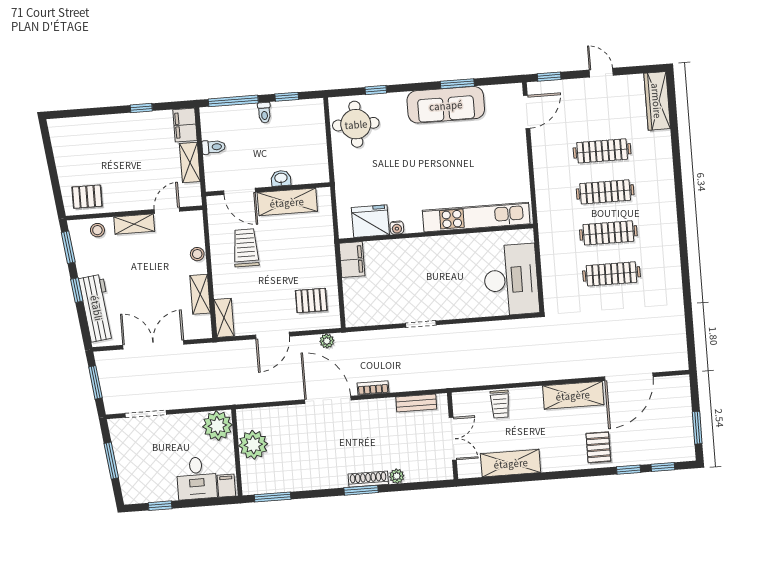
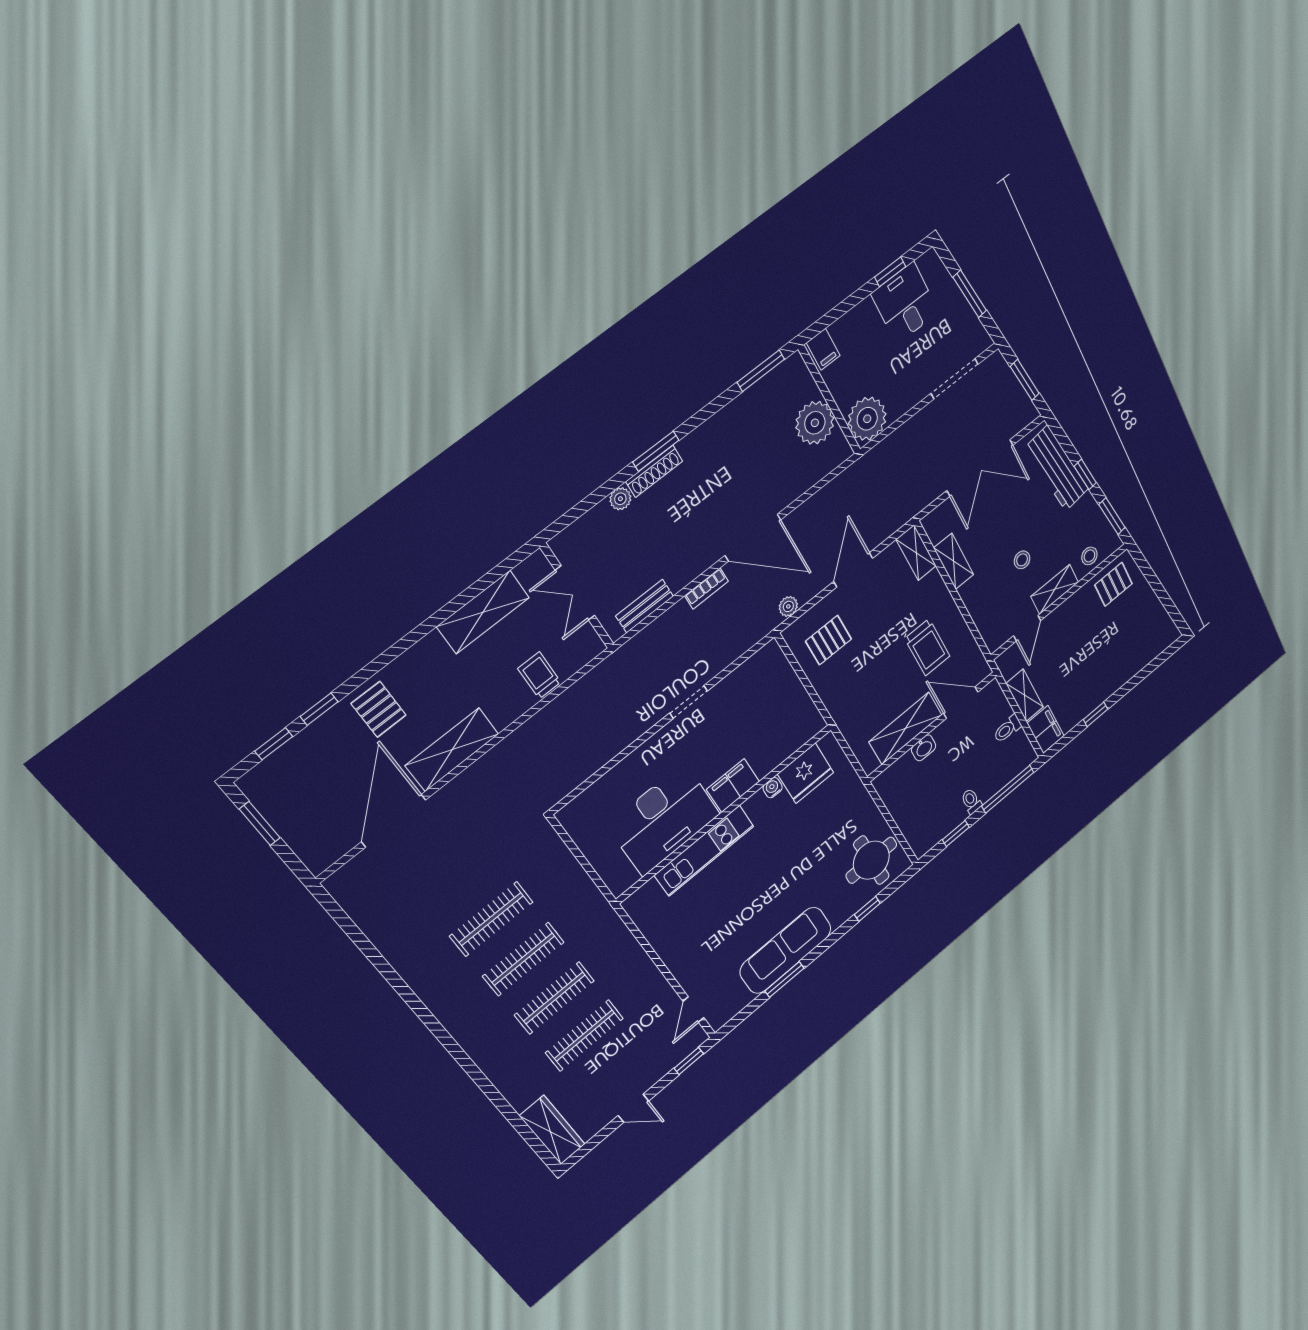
door: (527, 112) -> (693, 1009), width x0.73
kitchen unit: (476, 217) -> (704, 851), width x0.73
stool: (197, 254) -> (1022, 560), moved
filing cabinet: (352, 260) -> (733, 786), moved, turned 90
desk: (511, 280) -> (664, 819), moved, turned -90
desk: (197, 478) -> (905, 303), moved

